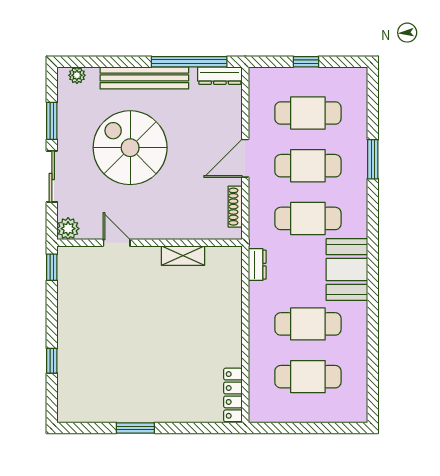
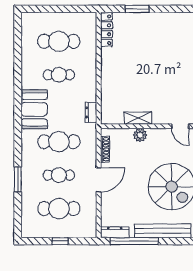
cafe table: (308, 166) -> (59, 175), width x0.73, depth x0.74
plant: (180, 229) -> (140, 135), added
cafe table: (308, 324) -> (59, 75), width x0.73, depth x0.74
window: (135, 428) -> (137, 9), moved

